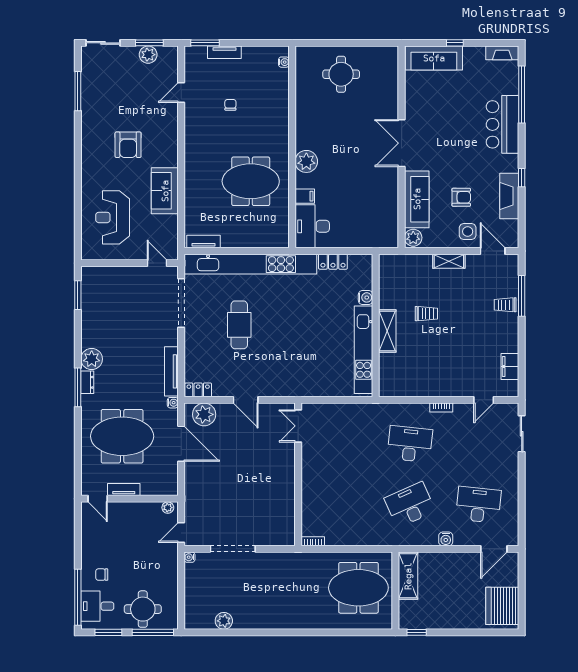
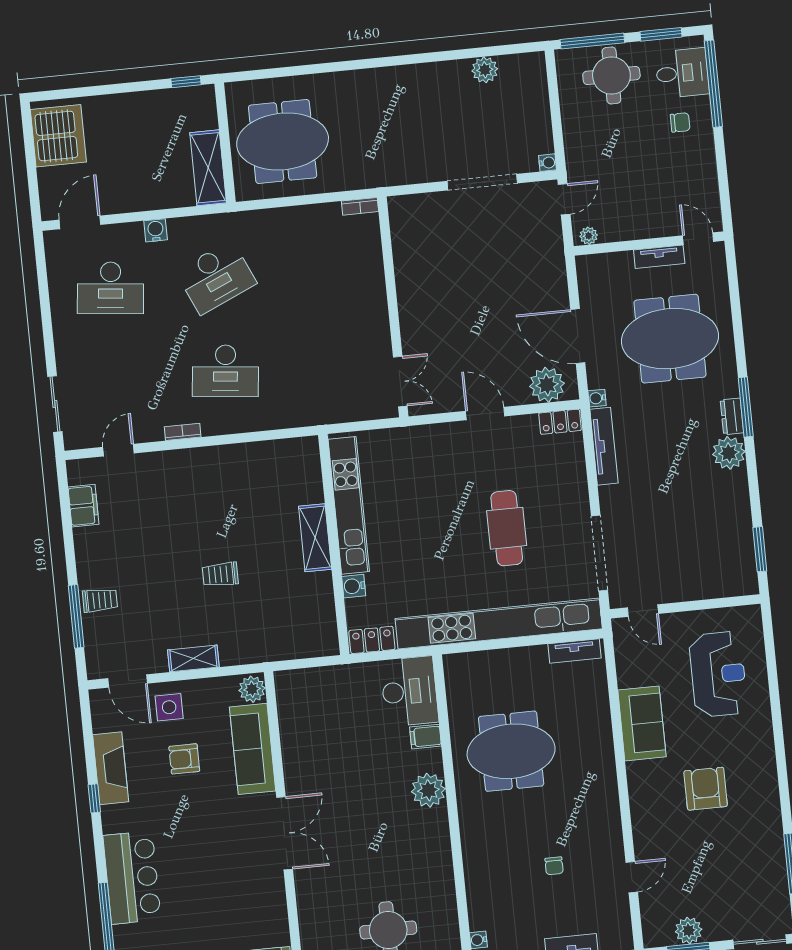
water cooler: (366, 297) -> (354, 586), moved
wall: (376, 325) -> (334, 545), moved
shelving: (387, 331) -> (315, 538), moved
kitchen unit: (364, 350) -> (349, 505), moved

